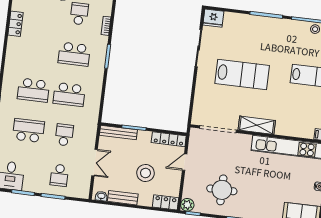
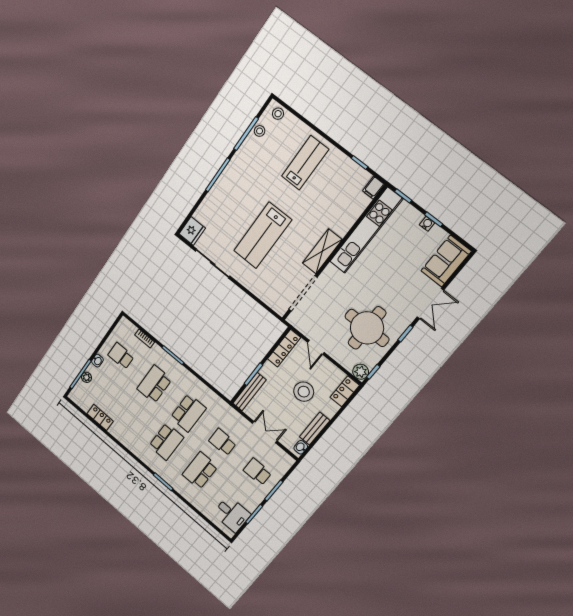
school desk: (74, 54) -> (154, 384), turned 180
lab bench: (242, 74) -> (262, 235), turned 180
school desk: (59, 175) -> (257, 472), turned 180
round table: (222, 190) -> (367, 328), width x1.36, depth x1.36

